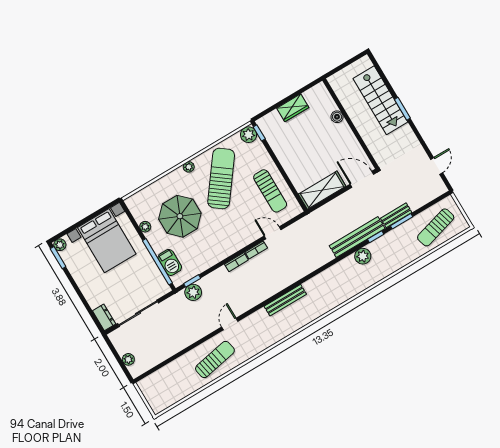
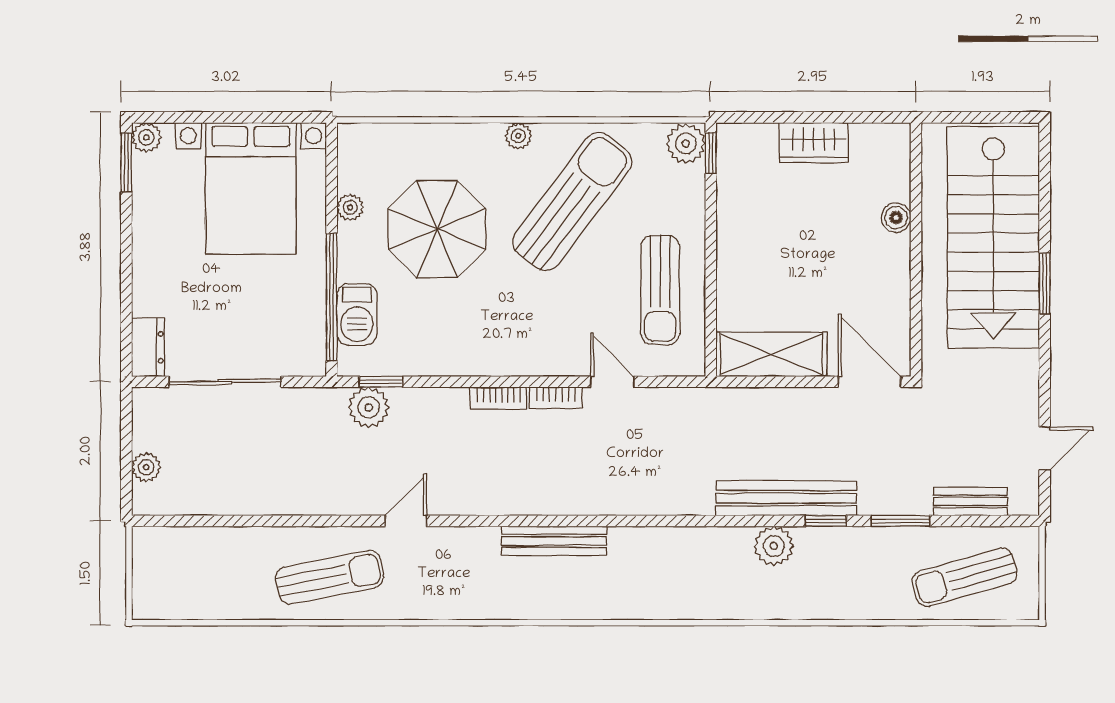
stairs: (380, 100) -> (993, 237), width x1.36, depth x1.51
bench: (396, 215) -> (970, 502), moved

